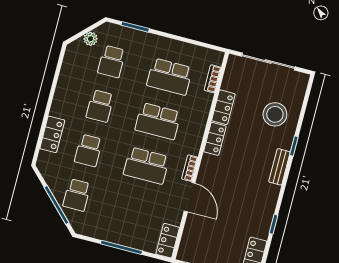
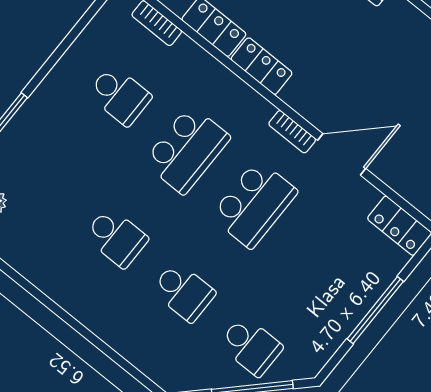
school desk: (112, 62) -> (49, 183), removed
school desk: (170, 77) -> (120, 95), width x0.54
locker: (52, 134) -> (128, 341), removed

